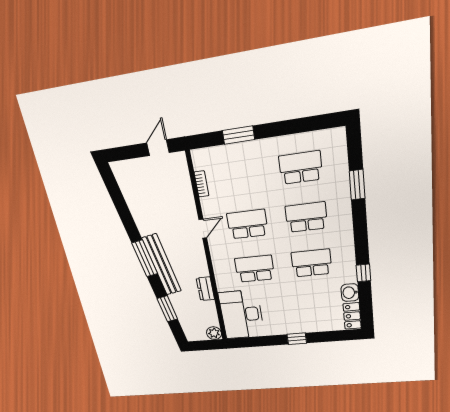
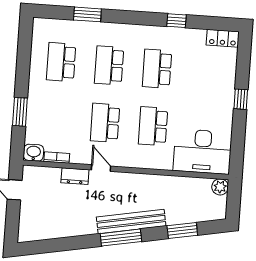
dresser: (205, 289) -> (75, 176), moved
washbasin: (350, 293) -> (34, 153), moved, turned 180

